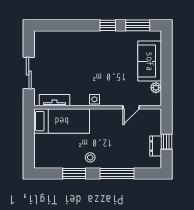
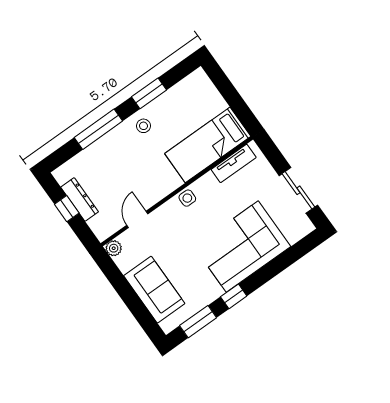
corner sofa: (83, 50) -> (242, 247), added
sliding door: (29, 73) -> (298, 190), moved
plant: (156, 88) -> (114, 248), moved
dresser: (156, 146) -> (80, 199), width x1.44

